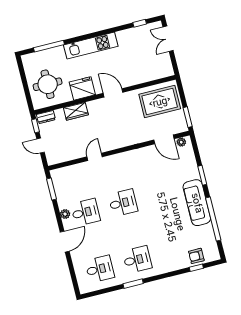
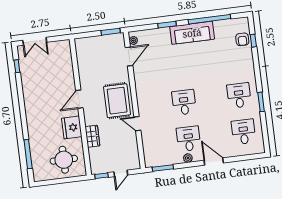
kitchen unit: (91, 46) -> (32, 115), removed
rug: (160, 102) -> (117, 101), moved
dresser: (46, 117) -> (94, 165), removed

